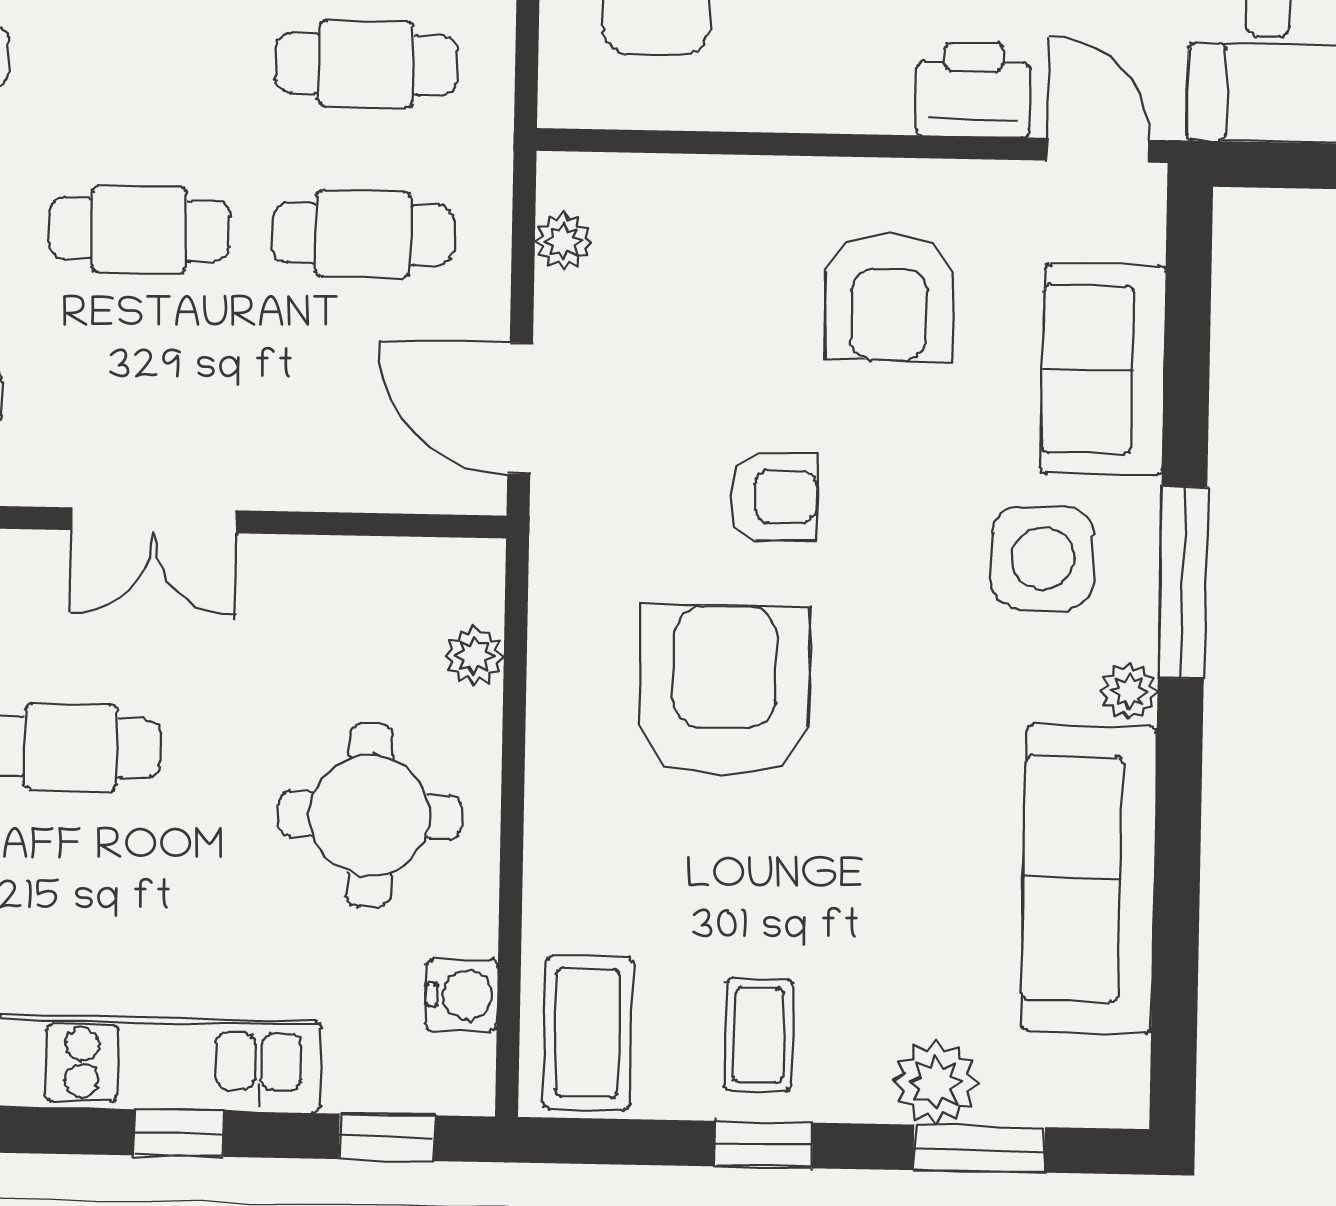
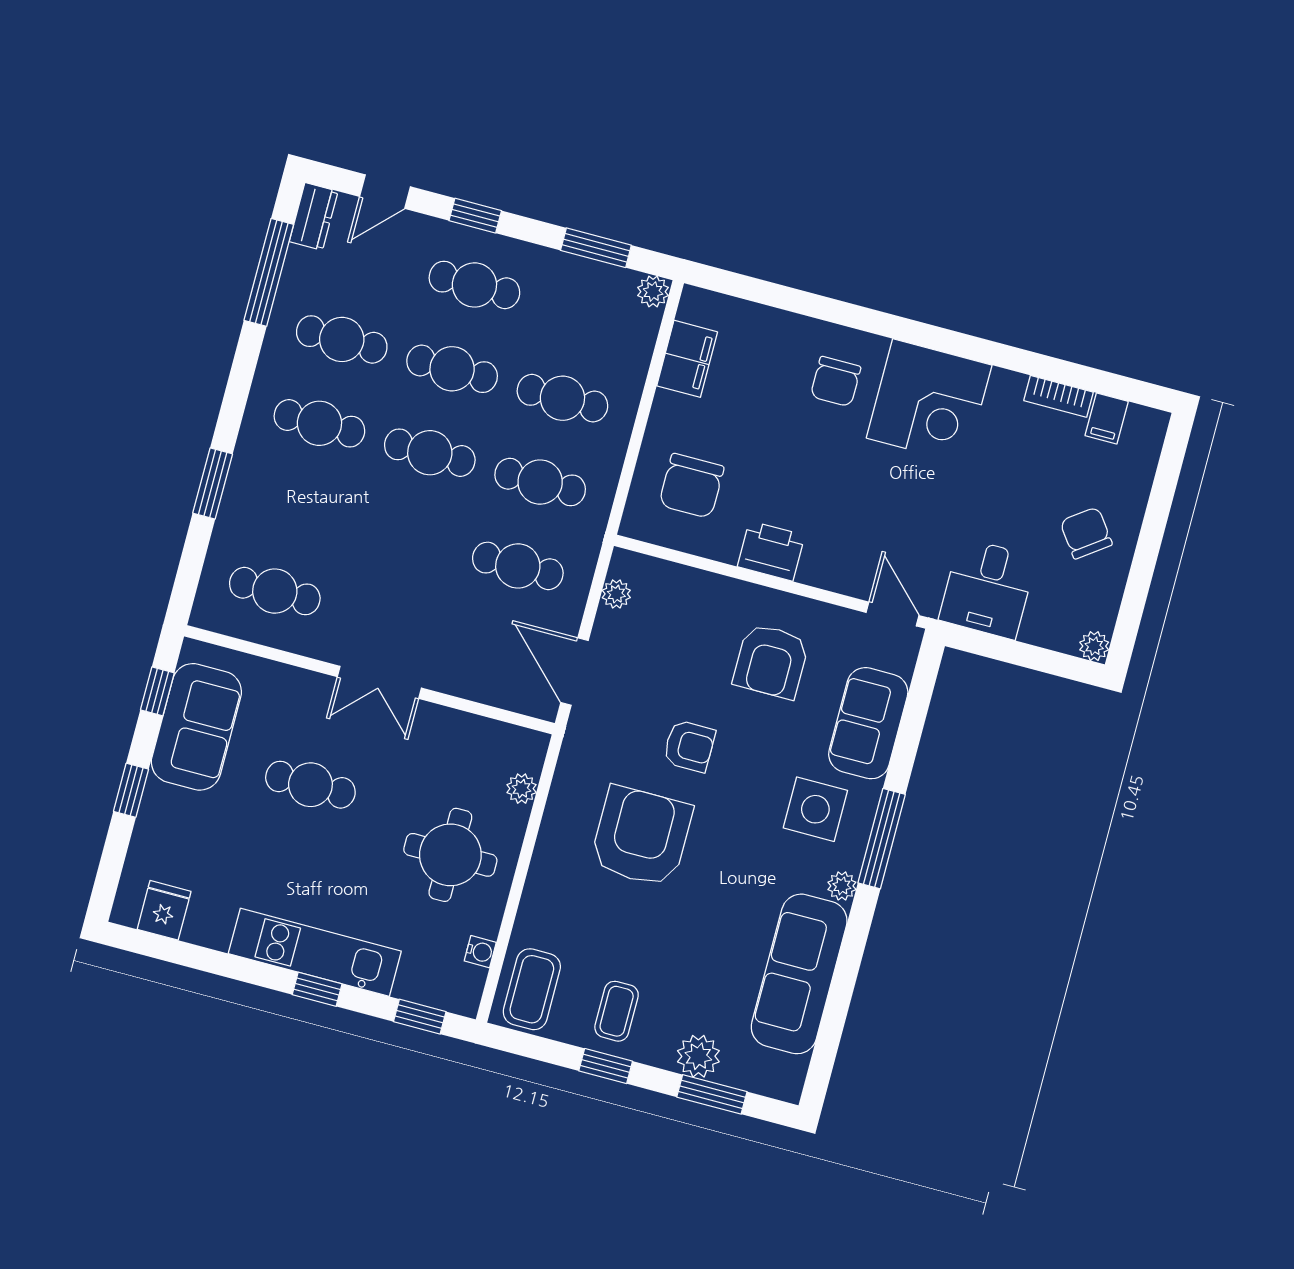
printer: (973, 90) -> (771, 551), moved
cafe table: (139, 230) -> (430, 453), moved
water cooler: (462, 995) -> (480, 952), width x0.72, depth x0.72

